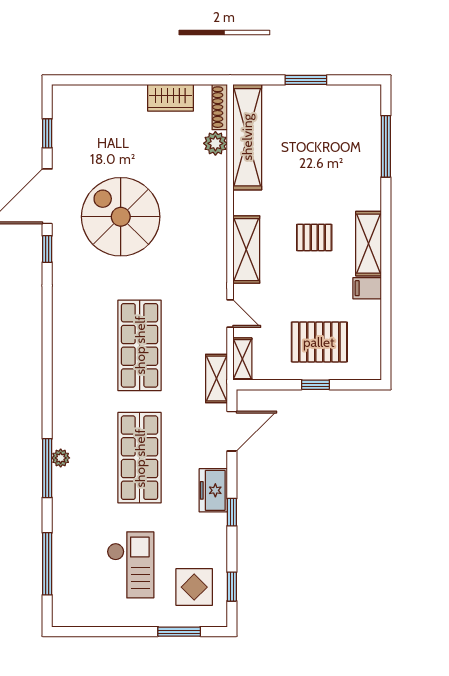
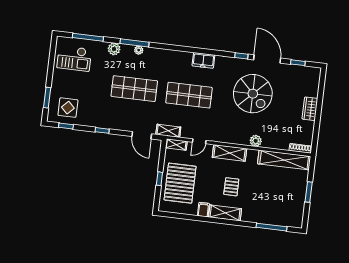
wardrobe: (171, 98) -> (310, 109), moved
plant: (215, 143) -> (256, 141), moved
spiral stairs: (121, 217) -> (253, 94), turned 90
pallet: (319, 342) -> (180, 183), width x1.37, depth x1.41
freezer: (213, 490) -> (203, 60), moved, turned 180
plant: (64, 508) -> (114, 49), added
checkout: (131, 565) -> (74, 58), moved

